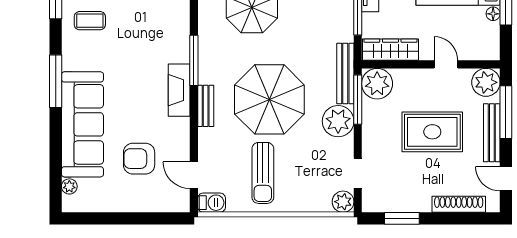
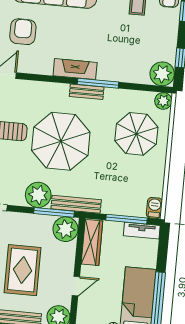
bench: (206, 106) -> (87, 92), moved

